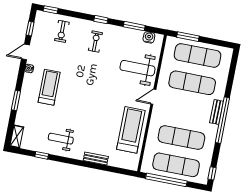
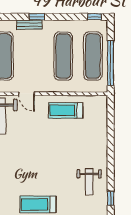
window: (222, 120) -> (37, 17), width x0.32
treadmill: (131, 130) -> (66, 110), width x0.73, depth x0.73
bench: (96, 158) -> (103, 141), removed

